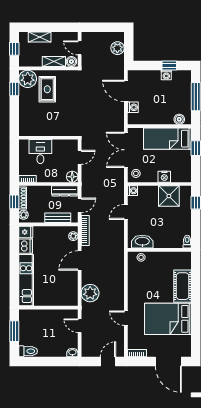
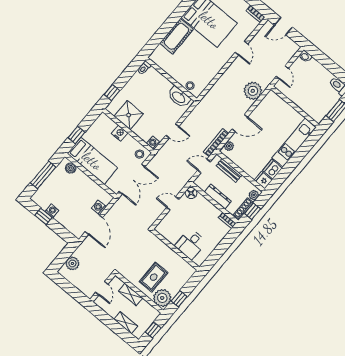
boiler: (71, 62) -> (117, 283), removed
wall: (48, 138) -> (175, 250), moved
desk: (40, 152) -> (191, 244), moved
dresser: (65, 191) -> (218, 197), moved

